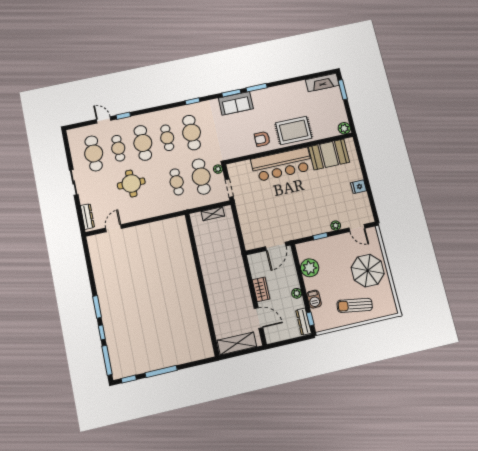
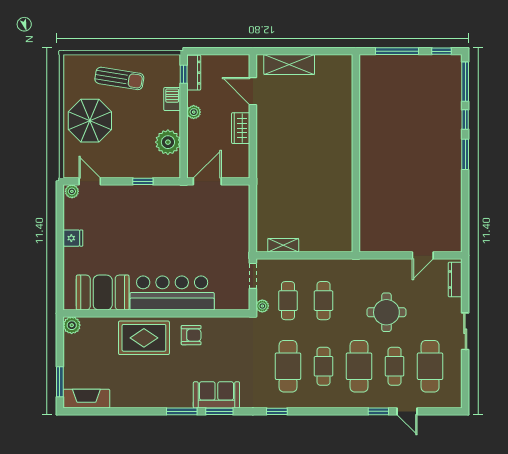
cafe table: (201, 177) -> (288, 301), width x0.73, depth x0.74
plant: (336, 226) -> (72, 191), moved
wall: (202, 284) -> (356, 153), moved

